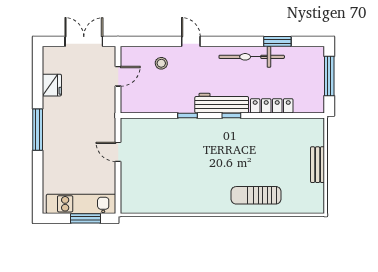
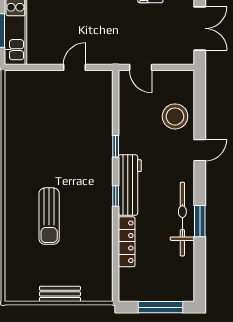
window: (277, 41) -> (200, 221), moved
stool: (161, 63) -> (175, 116), width x1.89, depth x1.89
door: (118, 76) -> (141, 67), moved
sun lounger: (256, 195) -> (49, 216), moved, turned 180

